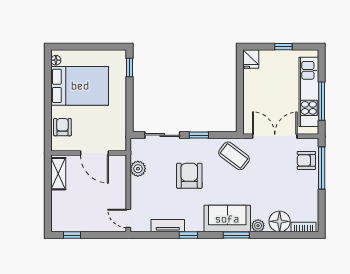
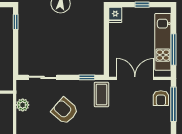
window: (199, 135) -> (87, 77), moved
coffee table: (234, 156) -> (101, 94), turned 53
armchair: (306, 160) -> (161, 98), turned -90
armchair: (189, 176) -> (65, 111), turned -49

